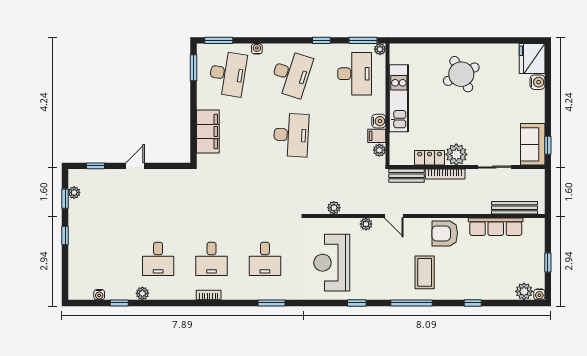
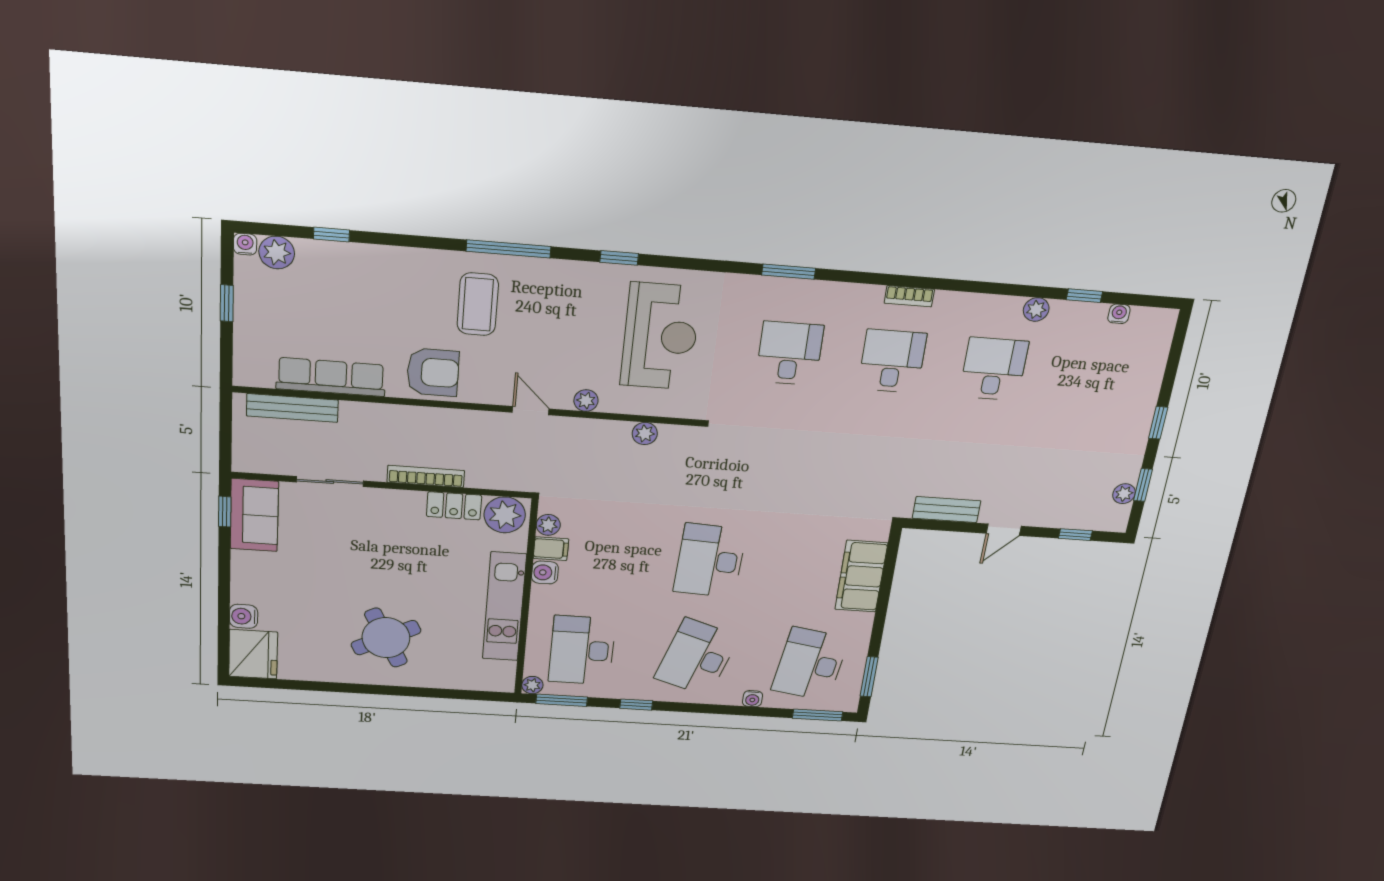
plant: (456, 154) -> (505, 515), moved
bench: (407, 176) -> (947, 510), moved
window: (473, 303) -> (331, 235), moved

